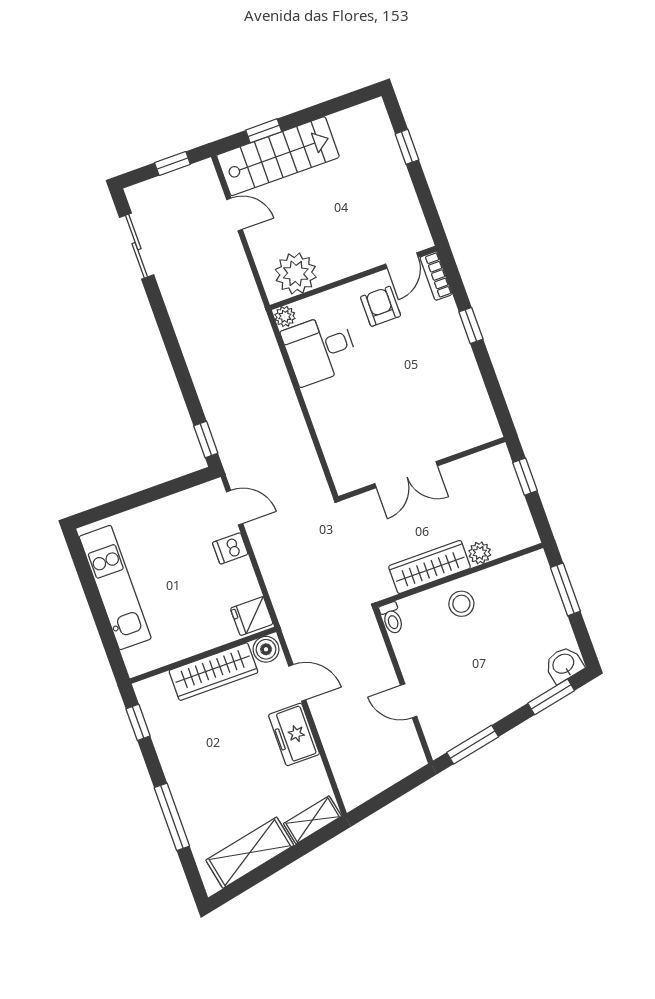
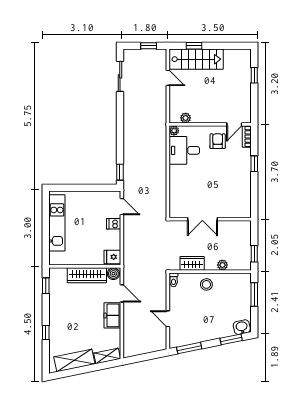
plant: (296, 273) -> (186, 118), width x0.53, depth x0.53
window: (525, 477) -> (254, 254), moved
wardrobe: (430, 567) -> (192, 263), width x0.67
window: (172, 817) -> (46, 332), width x0.46

